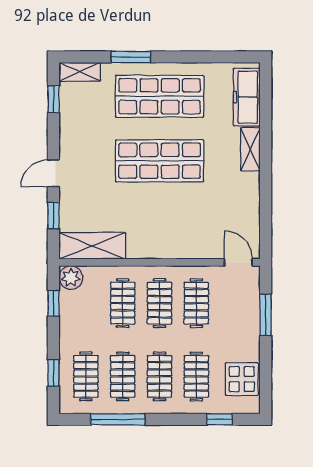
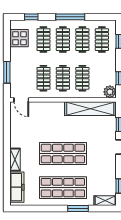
shelving: (92, 246) -> (90, 109), width x1.47
window: (118, 419) -> (70, 17), moved

